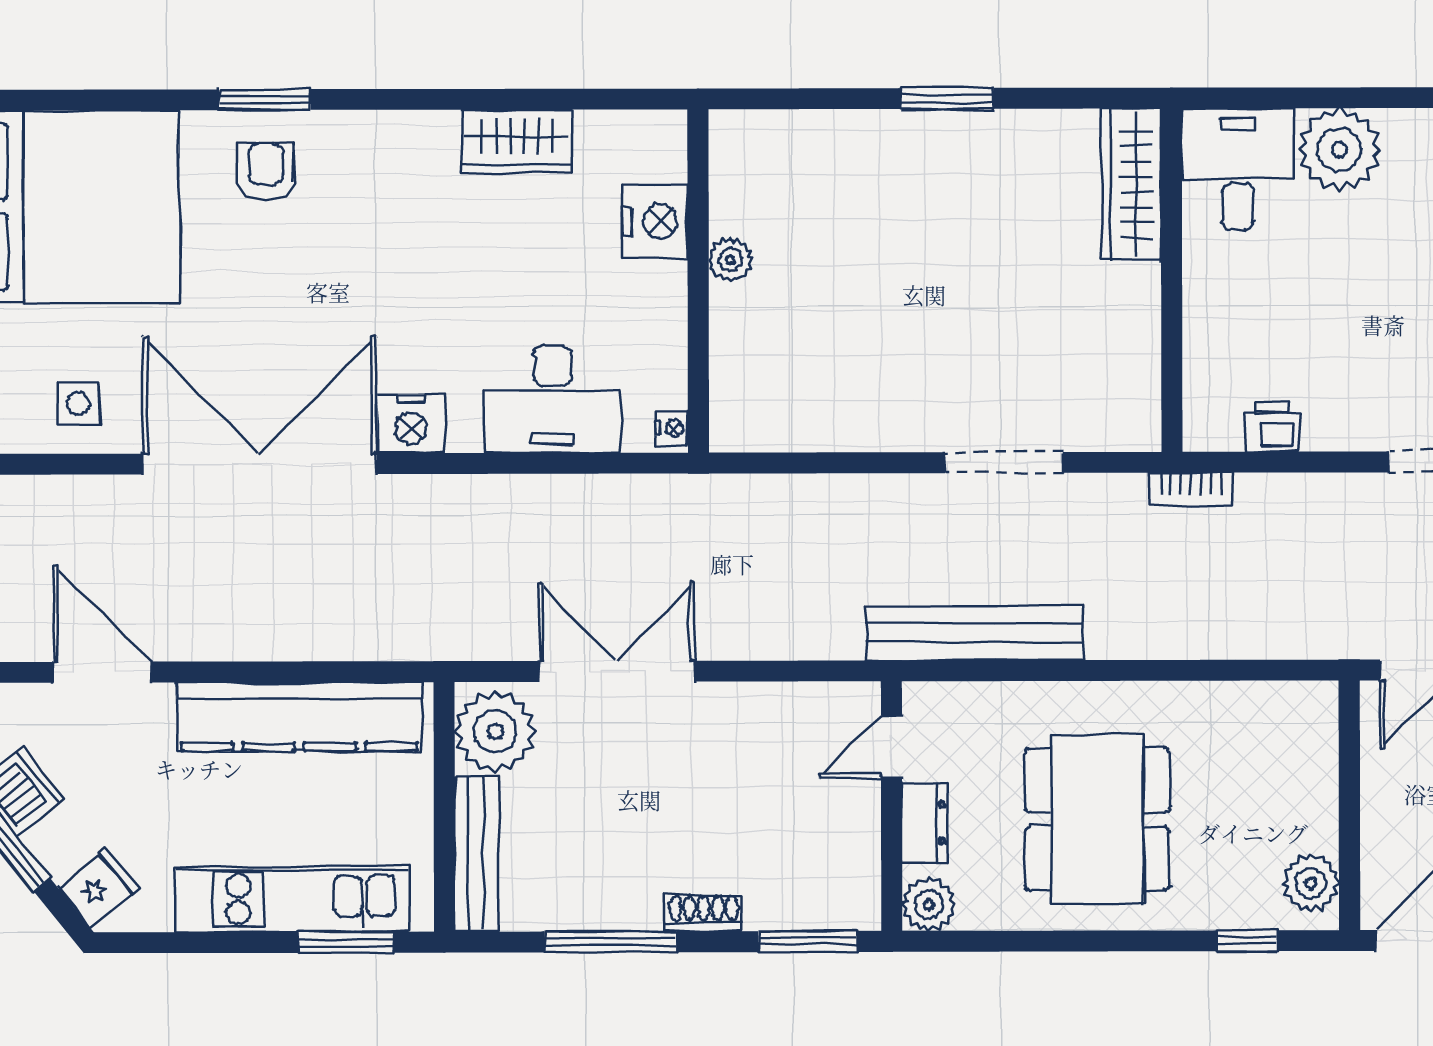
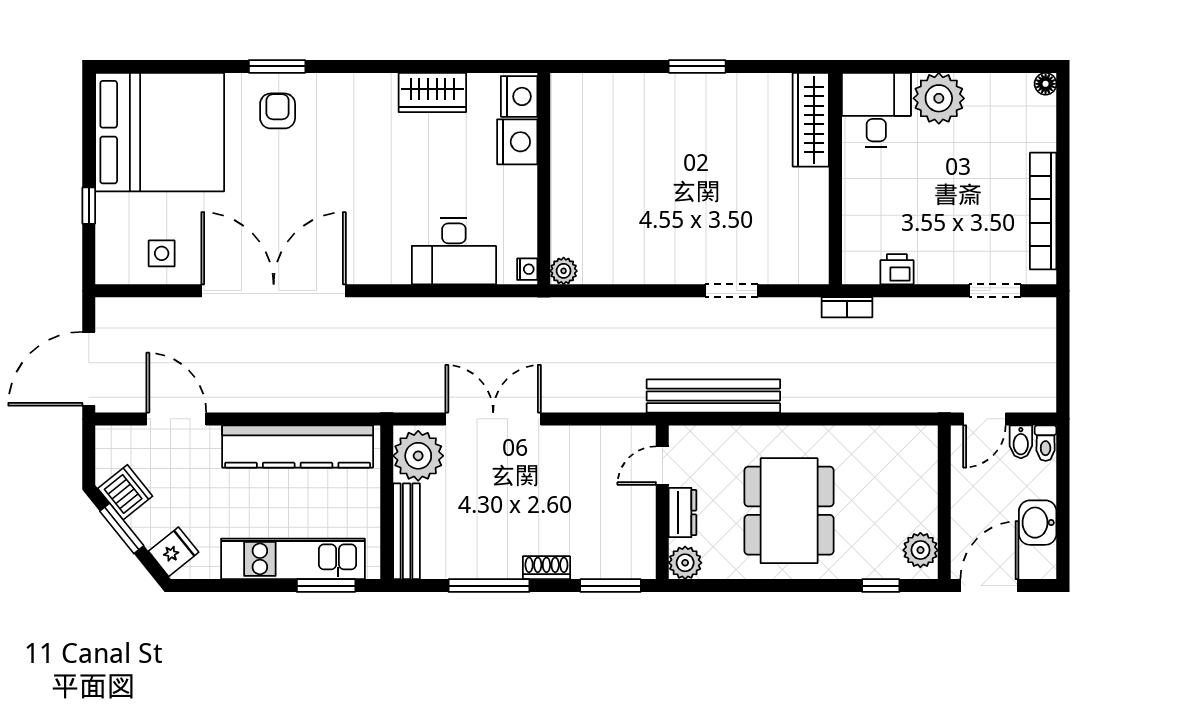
plant: (730, 260) -> (564, 271), moved
nightstand: (411, 424) -> (519, 96), moved, turned -90
doorway: (1004, 463) -> (732, 291), width x0.73

